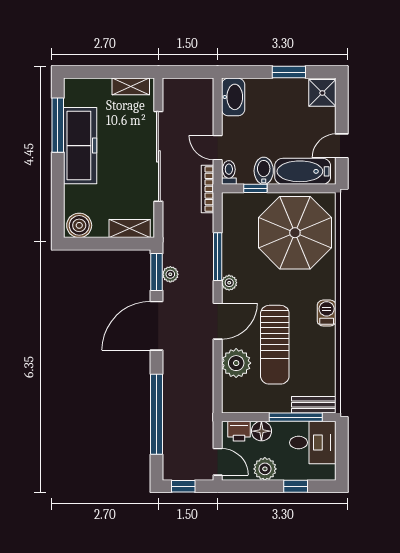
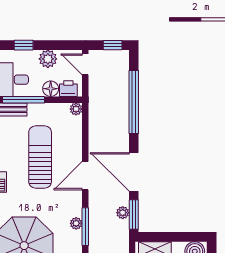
plant: (229, 283) -> (76, 223), moved
door: (156, 326) -> (134, 172), swing flipped
plant: (236, 363) -> (76, 109), moved, width x0.53, depth x0.53

